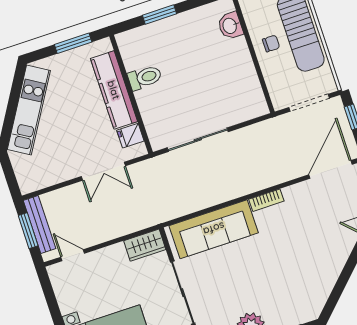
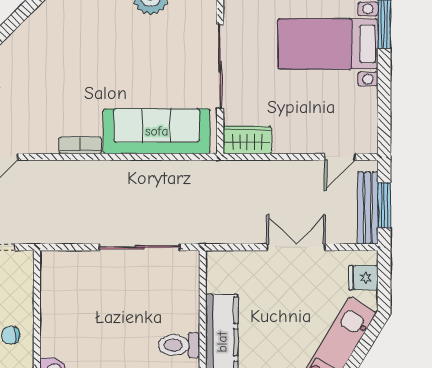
fridge: (130, 136) -> (363, 278), moved, turned 180
double door: (103, 171) -> (296, 247), moved
door: (73, 255) -> (340, 157), hinge flipped

